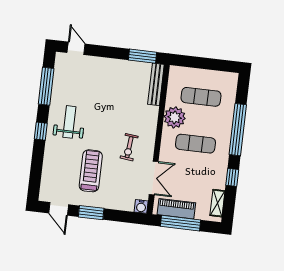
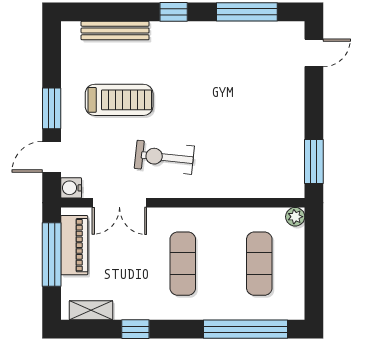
bench: (156, 84) -> (115, 30), moved
plant: (175, 117) -> (295, 217), moved, width x0.53, depth x0.53
weight bench: (69, 122) -> (194, 56), removed
window: (238, 130) -> (245, 329), moved
exercise bike: (129, 147) -> (164, 157), width x1.38, depth x1.39
door: (59, 209) -> (52, 157), moved

